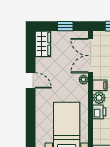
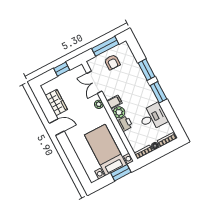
wardrobe: (43, 44) -> (56, 103), moved
double door: (91, 56) -> (94, 82), width x0.73

